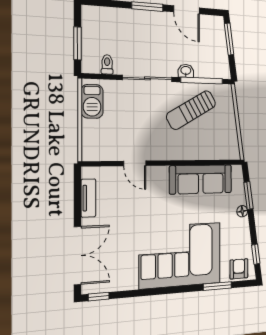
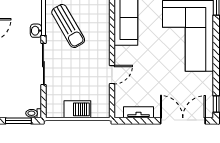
toilet: (107, 64) -> (34, 113), moved
barbecue: (92, 101) -> (77, 109), moved

